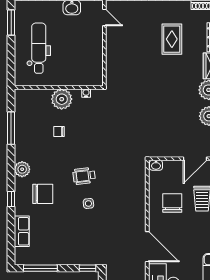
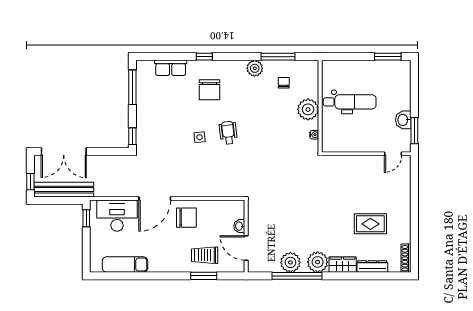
dental chair: (39, 48) -> (350, 102), moved
chair: (59, 131) -> (284, 83), moved
washbasin: (156, 165) -> (239, 226), moved
plant: (22, 169) -> (255, 68), moved
chair: (172, 203) -> (186, 218), moved

